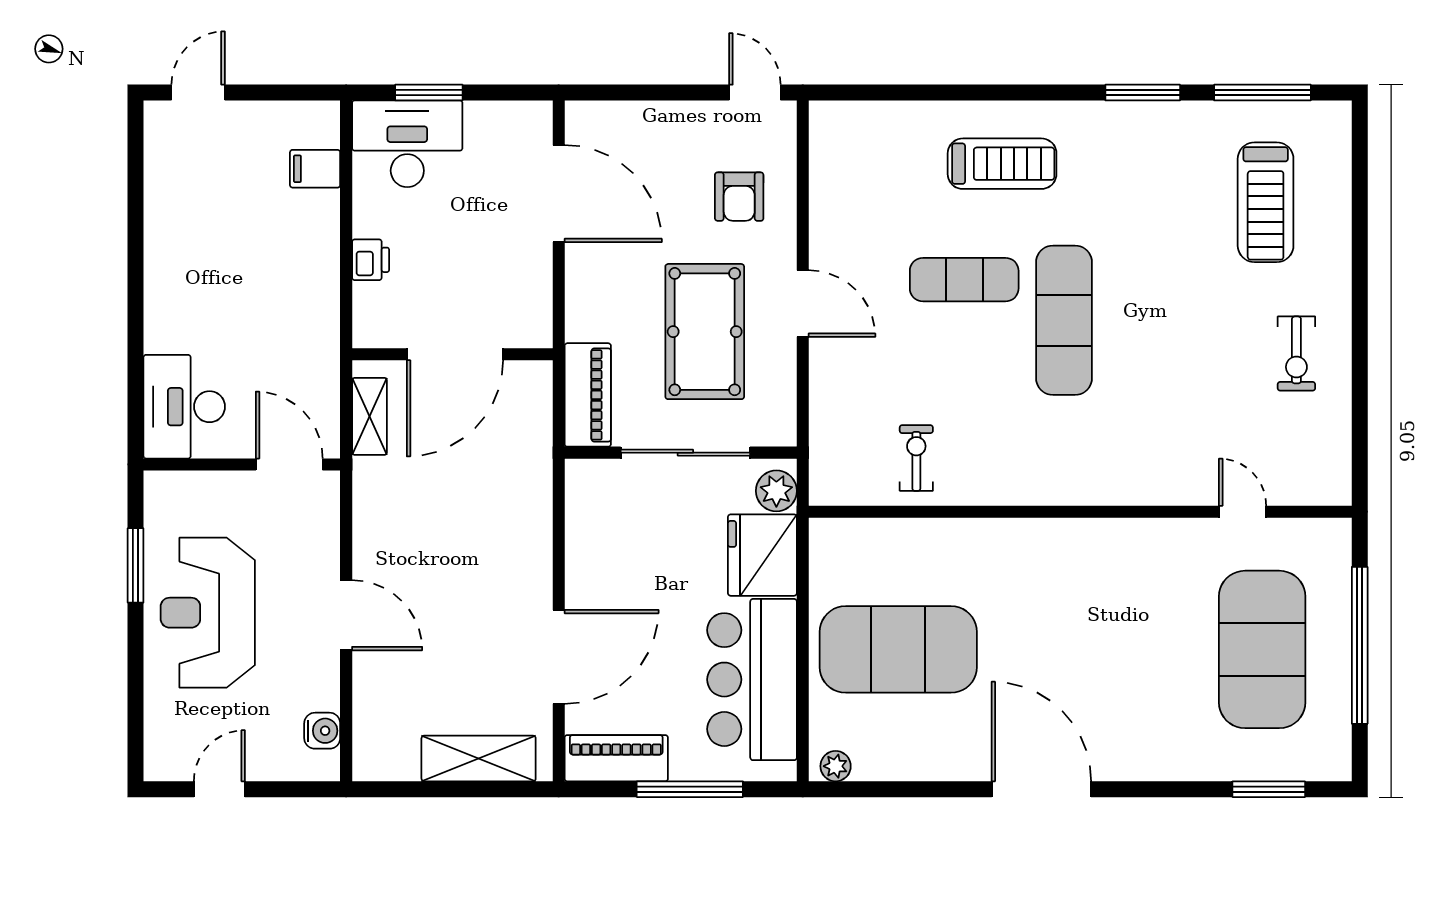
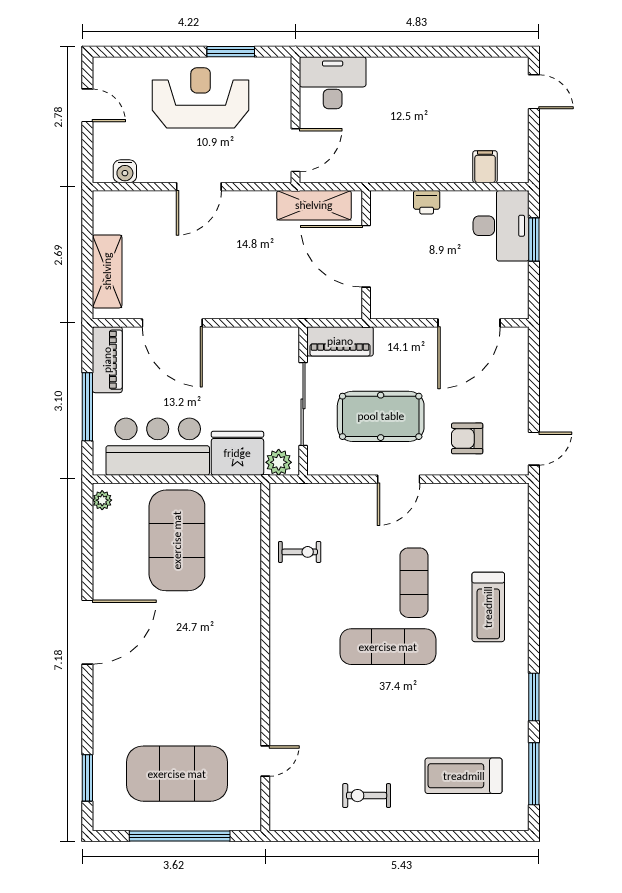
shelving: (369, 416) -> (314, 205), width x1.50, depth x1.33

